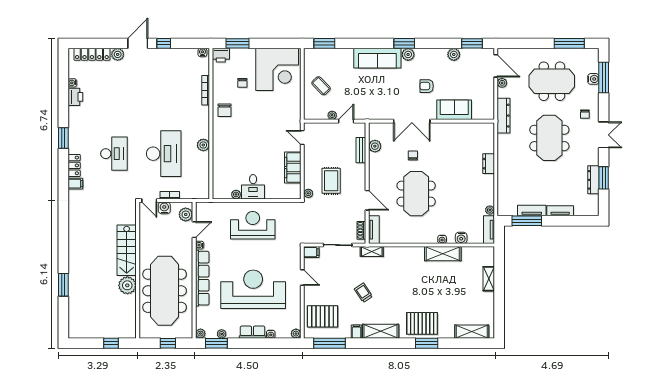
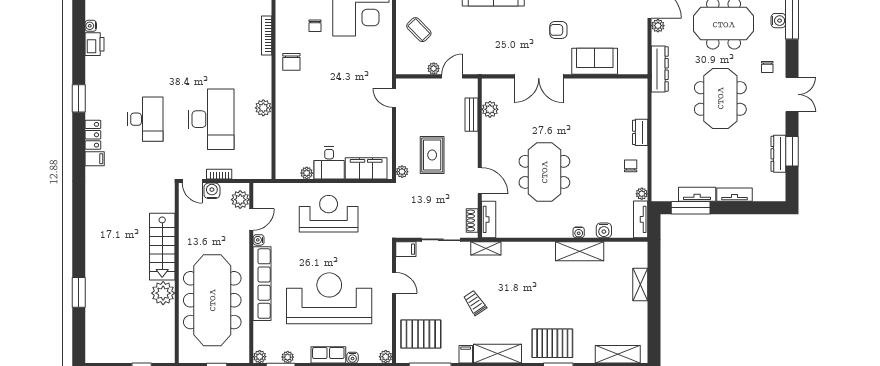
chair: (413, 156) -> (631, 166), moved
filing cabinet: (293, 168) -> (366, 168), moved, turned 90

